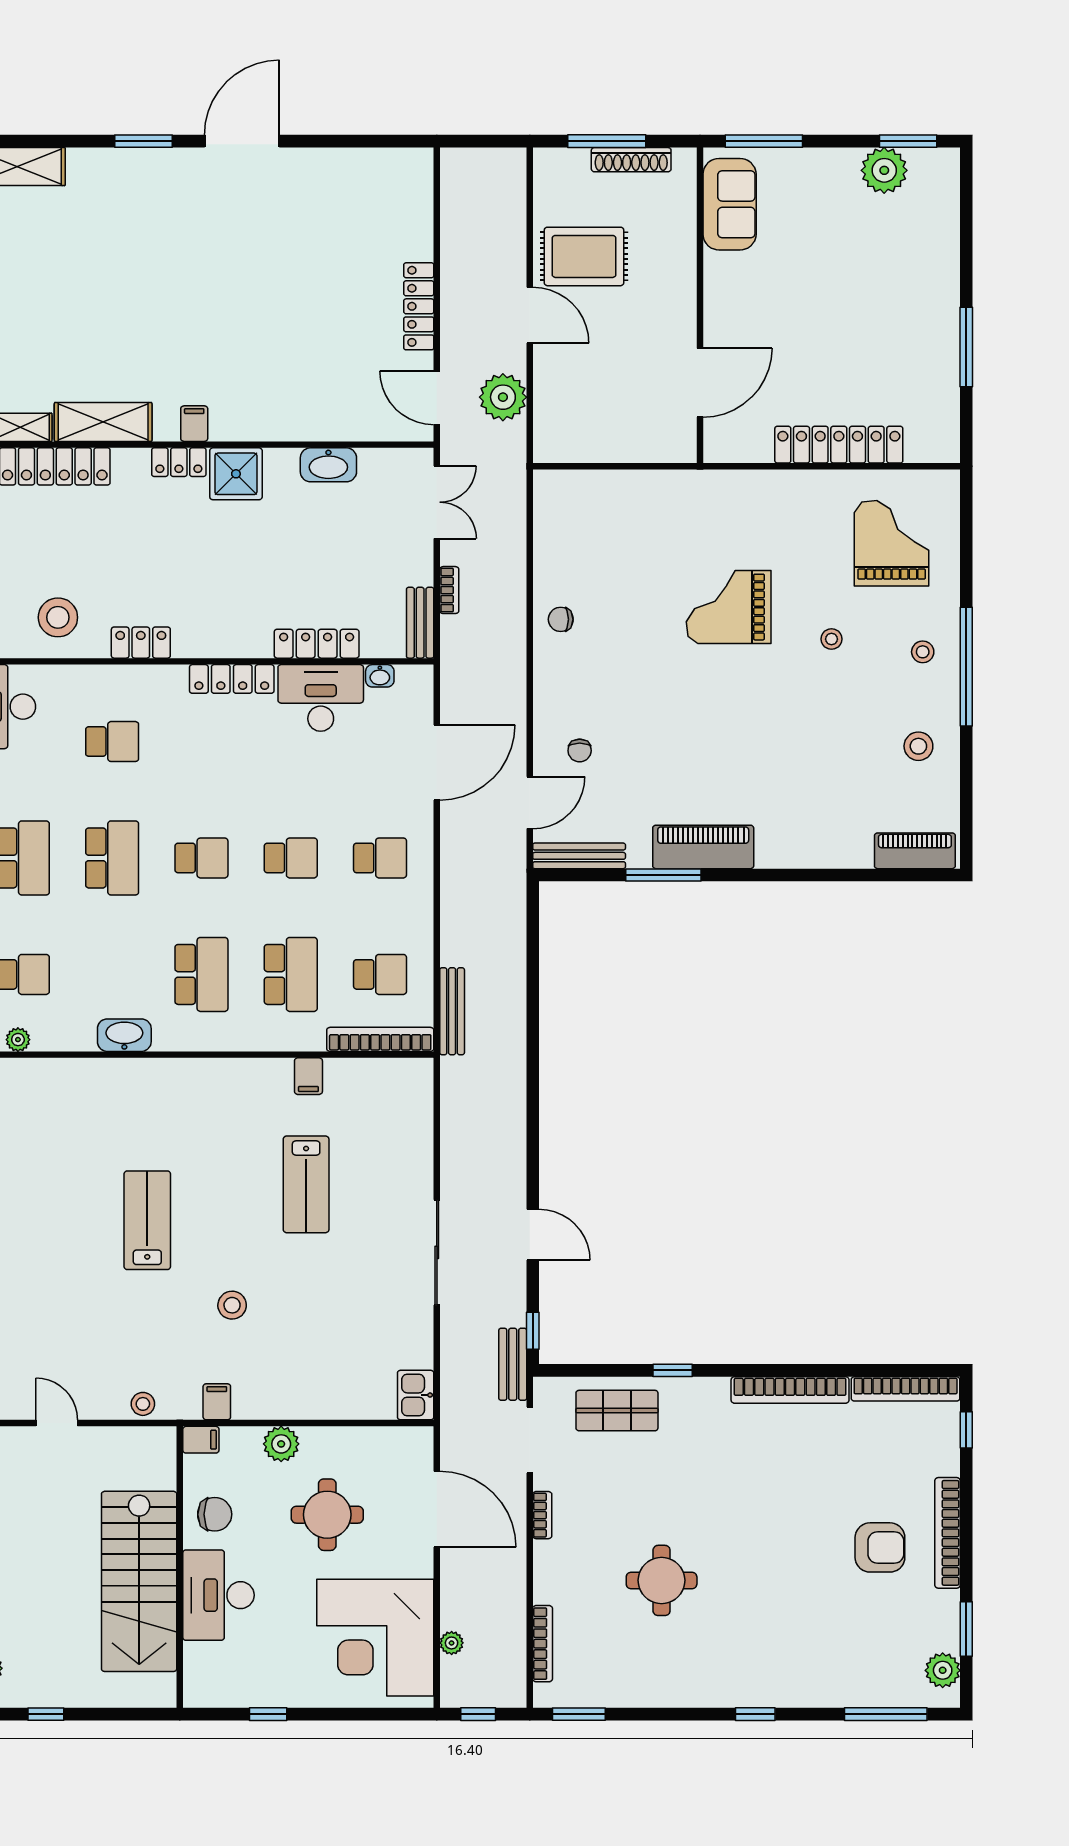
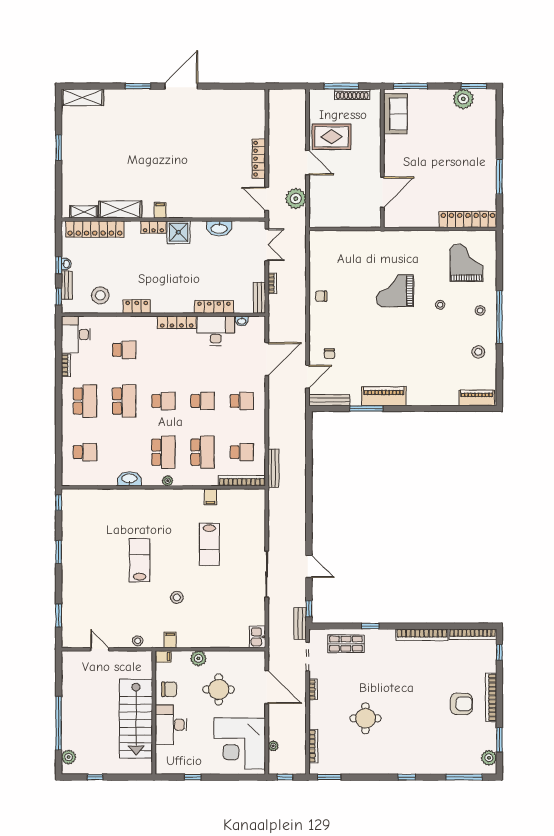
locker: (839, 445) -> (468, 219), moved
plant: (18, 1040) -> (168, 481), moved

